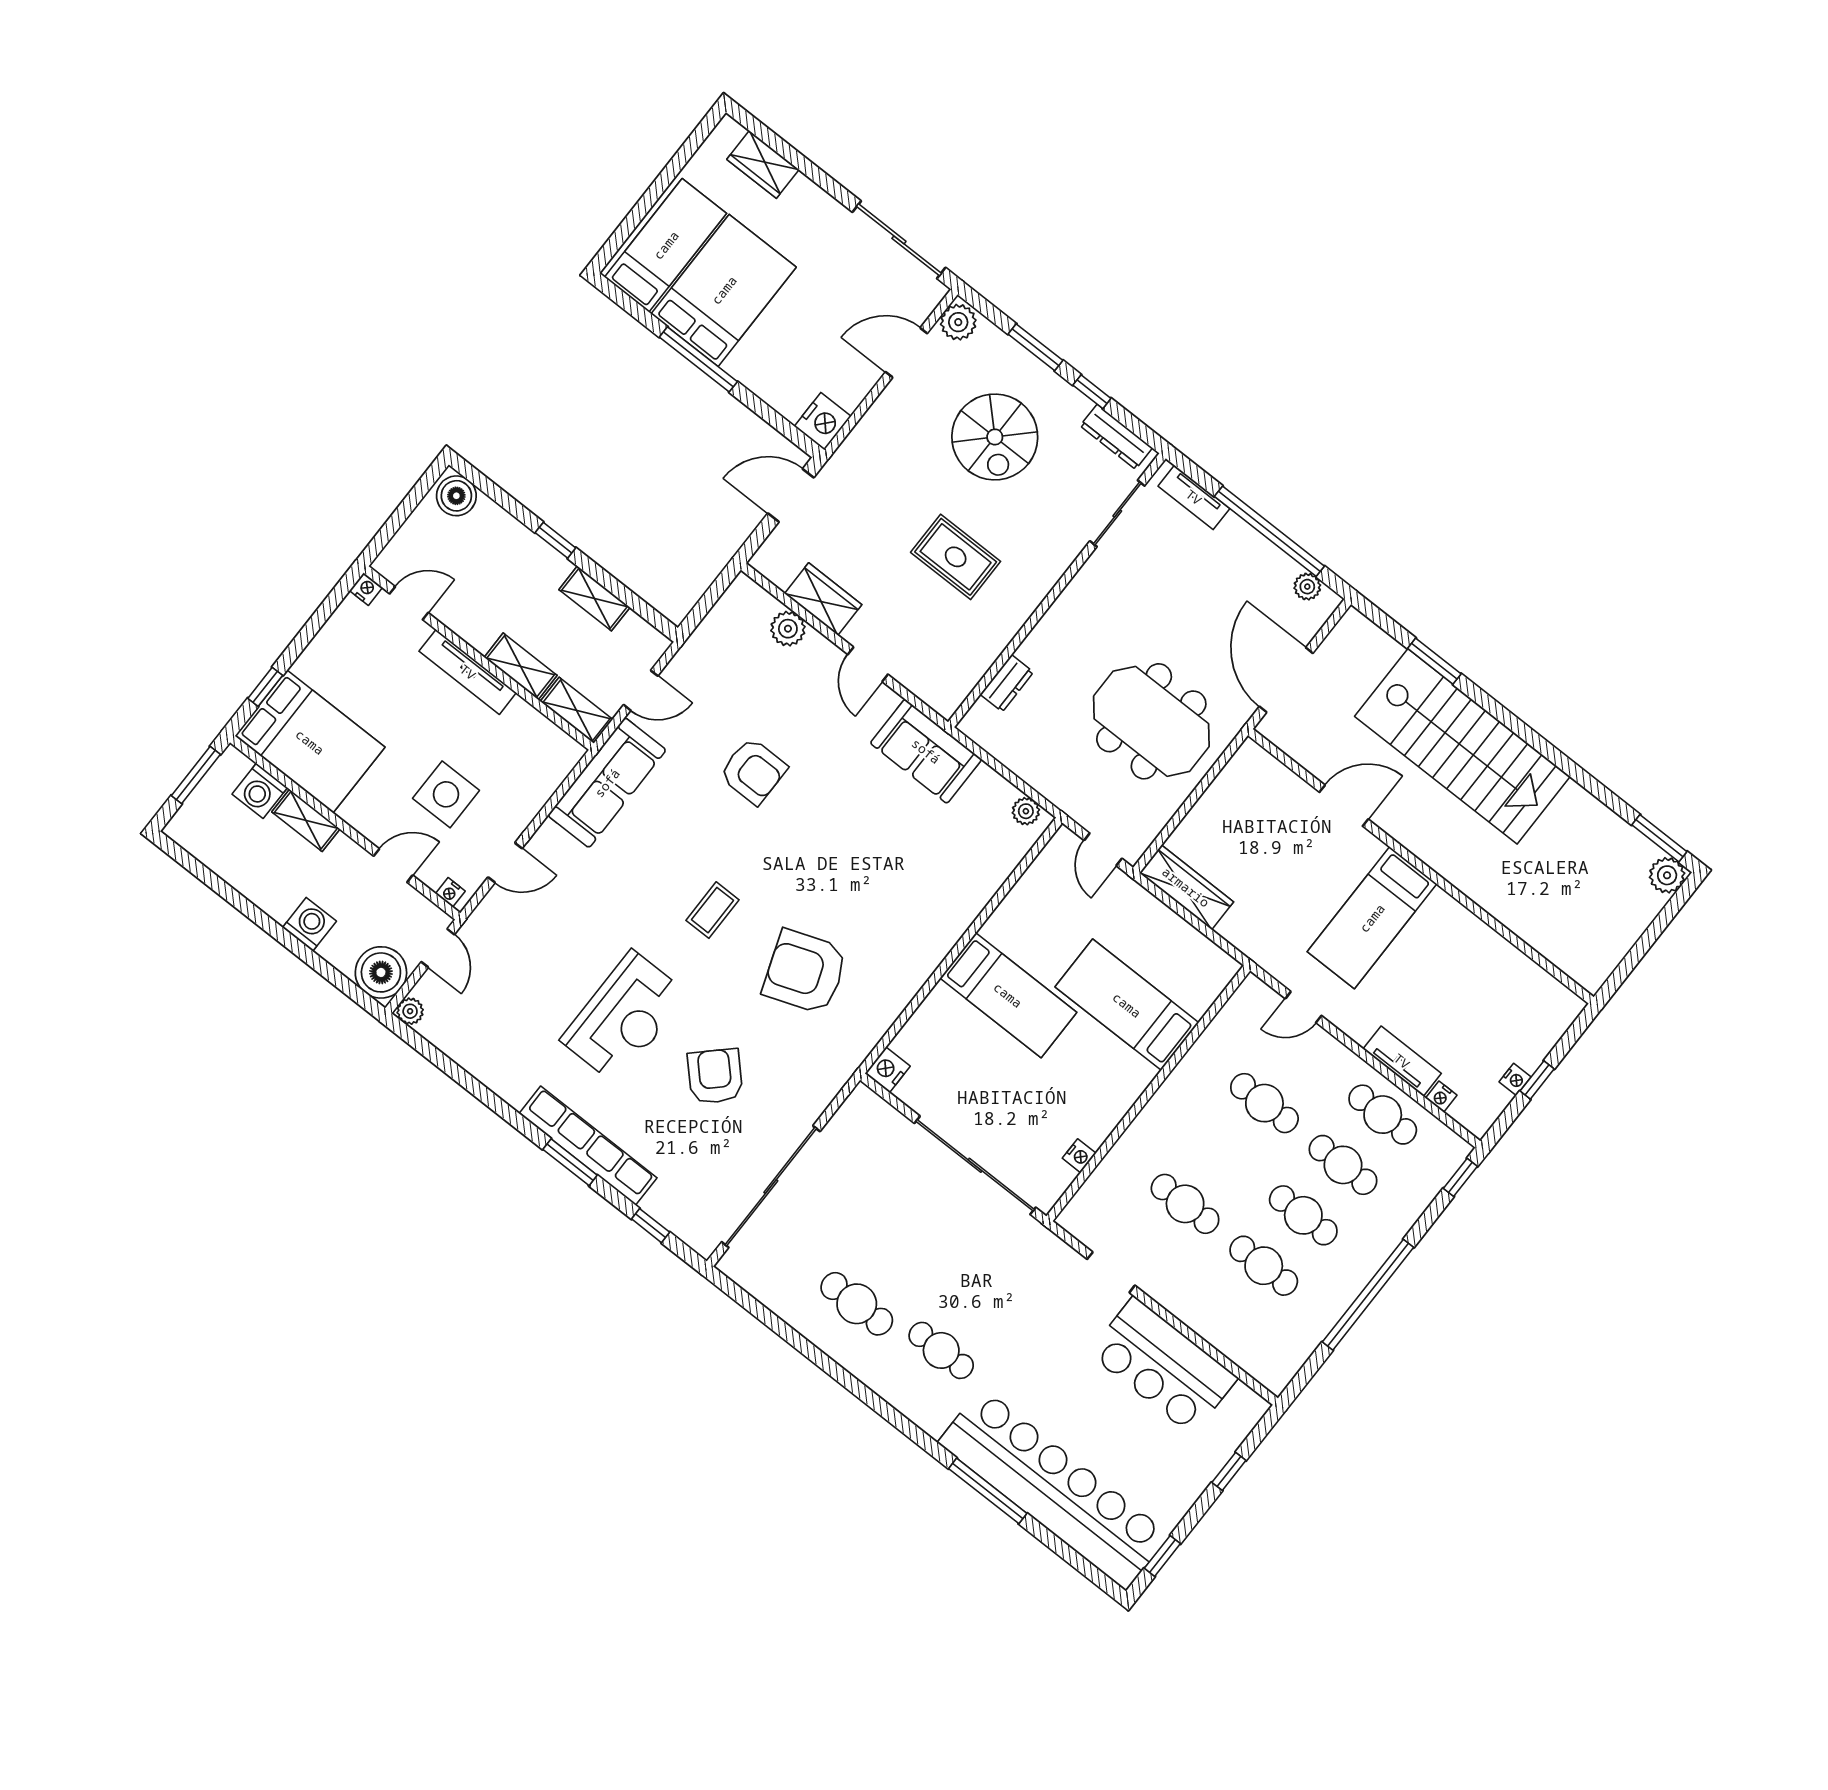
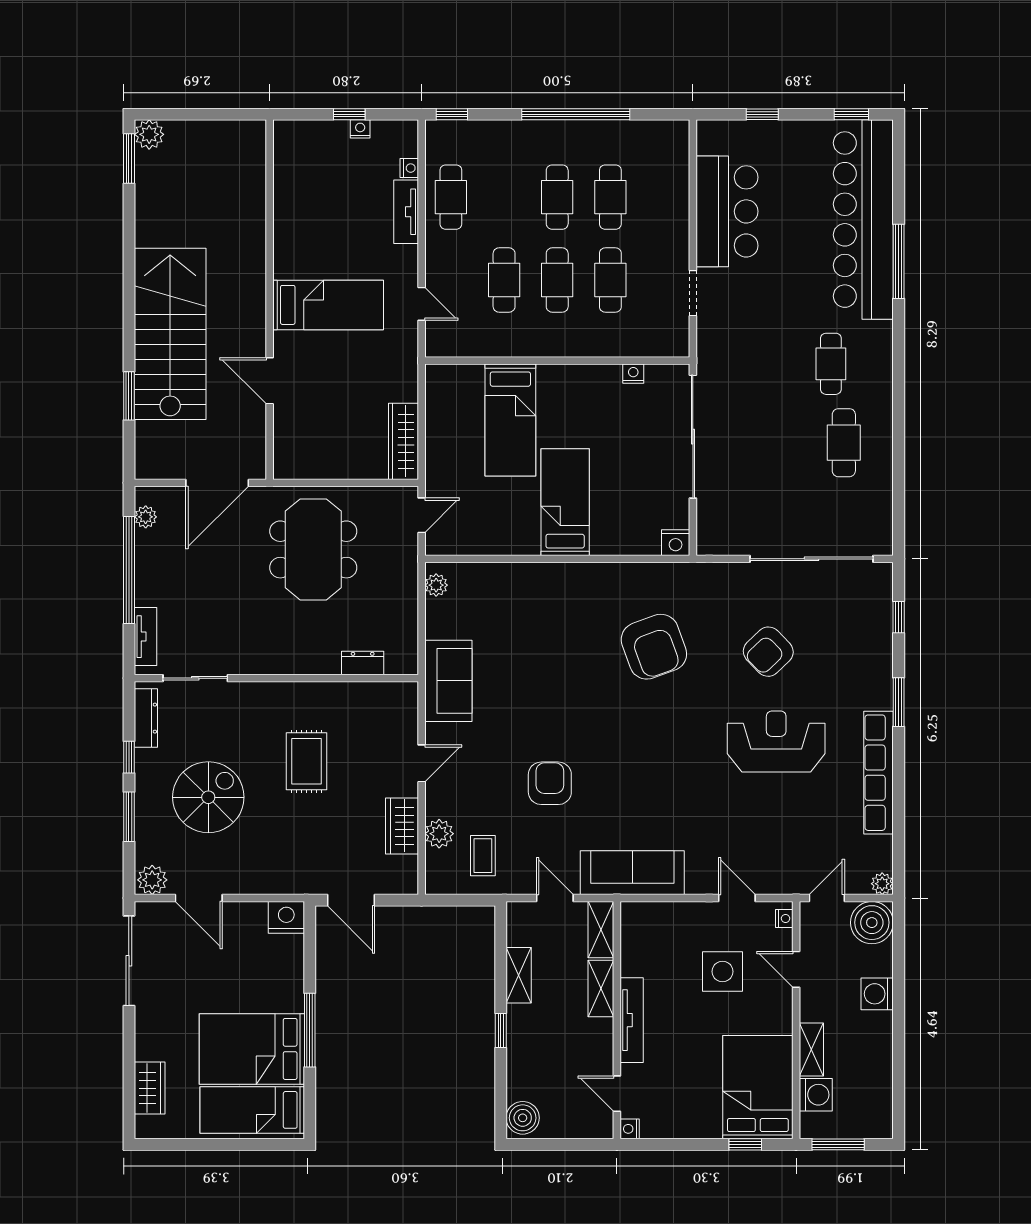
coffee table: (713, 910) -> (483, 856), moved, turned 90
row of seats: (588, 1146) -> (879, 773), moved
cafe table: (1343, 1165) -> (557, 280), moved

